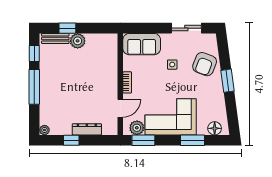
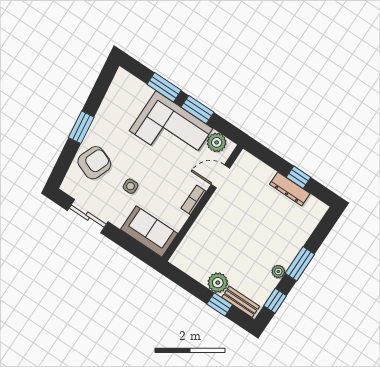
window: (34, 87) -> (300, 264), width x0.69
floor lamp: (215, 128) -> (131, 84), removed
dresser: (87, 129) -> (290, 189), moved
plant: (44, 130) -> (278, 272), moved
window: (143, 140) -> (198, 110), moved

